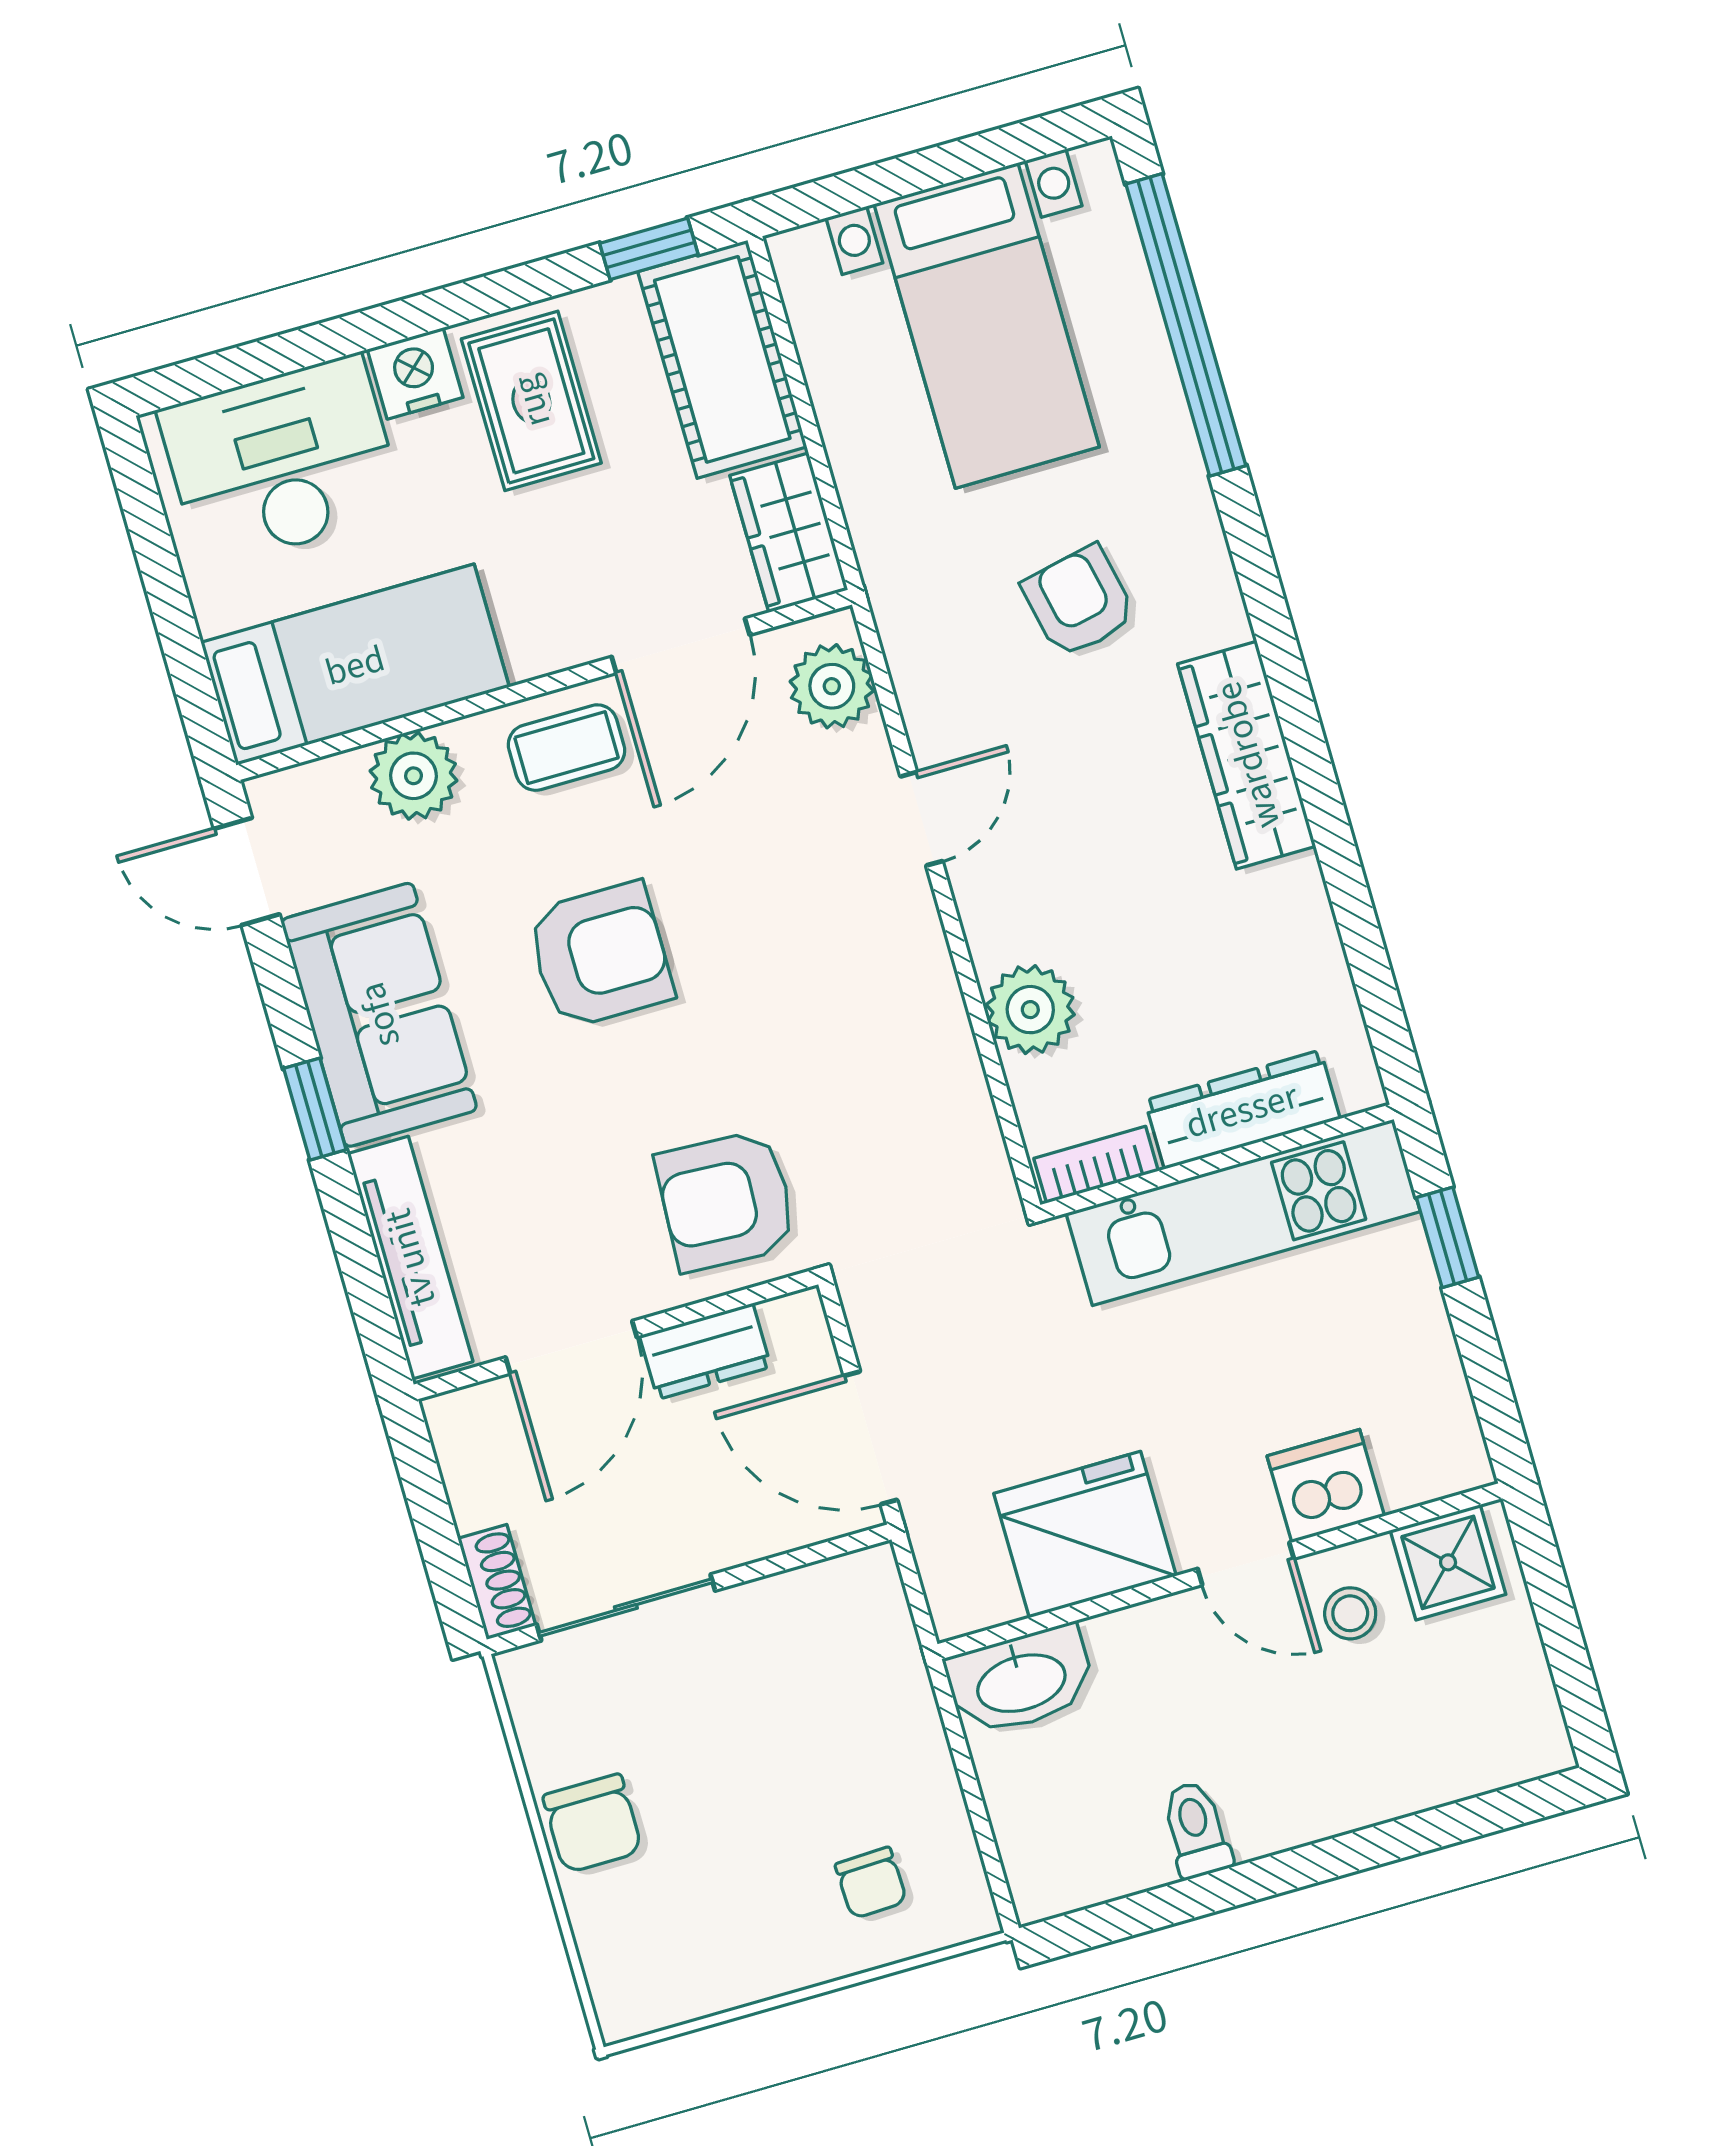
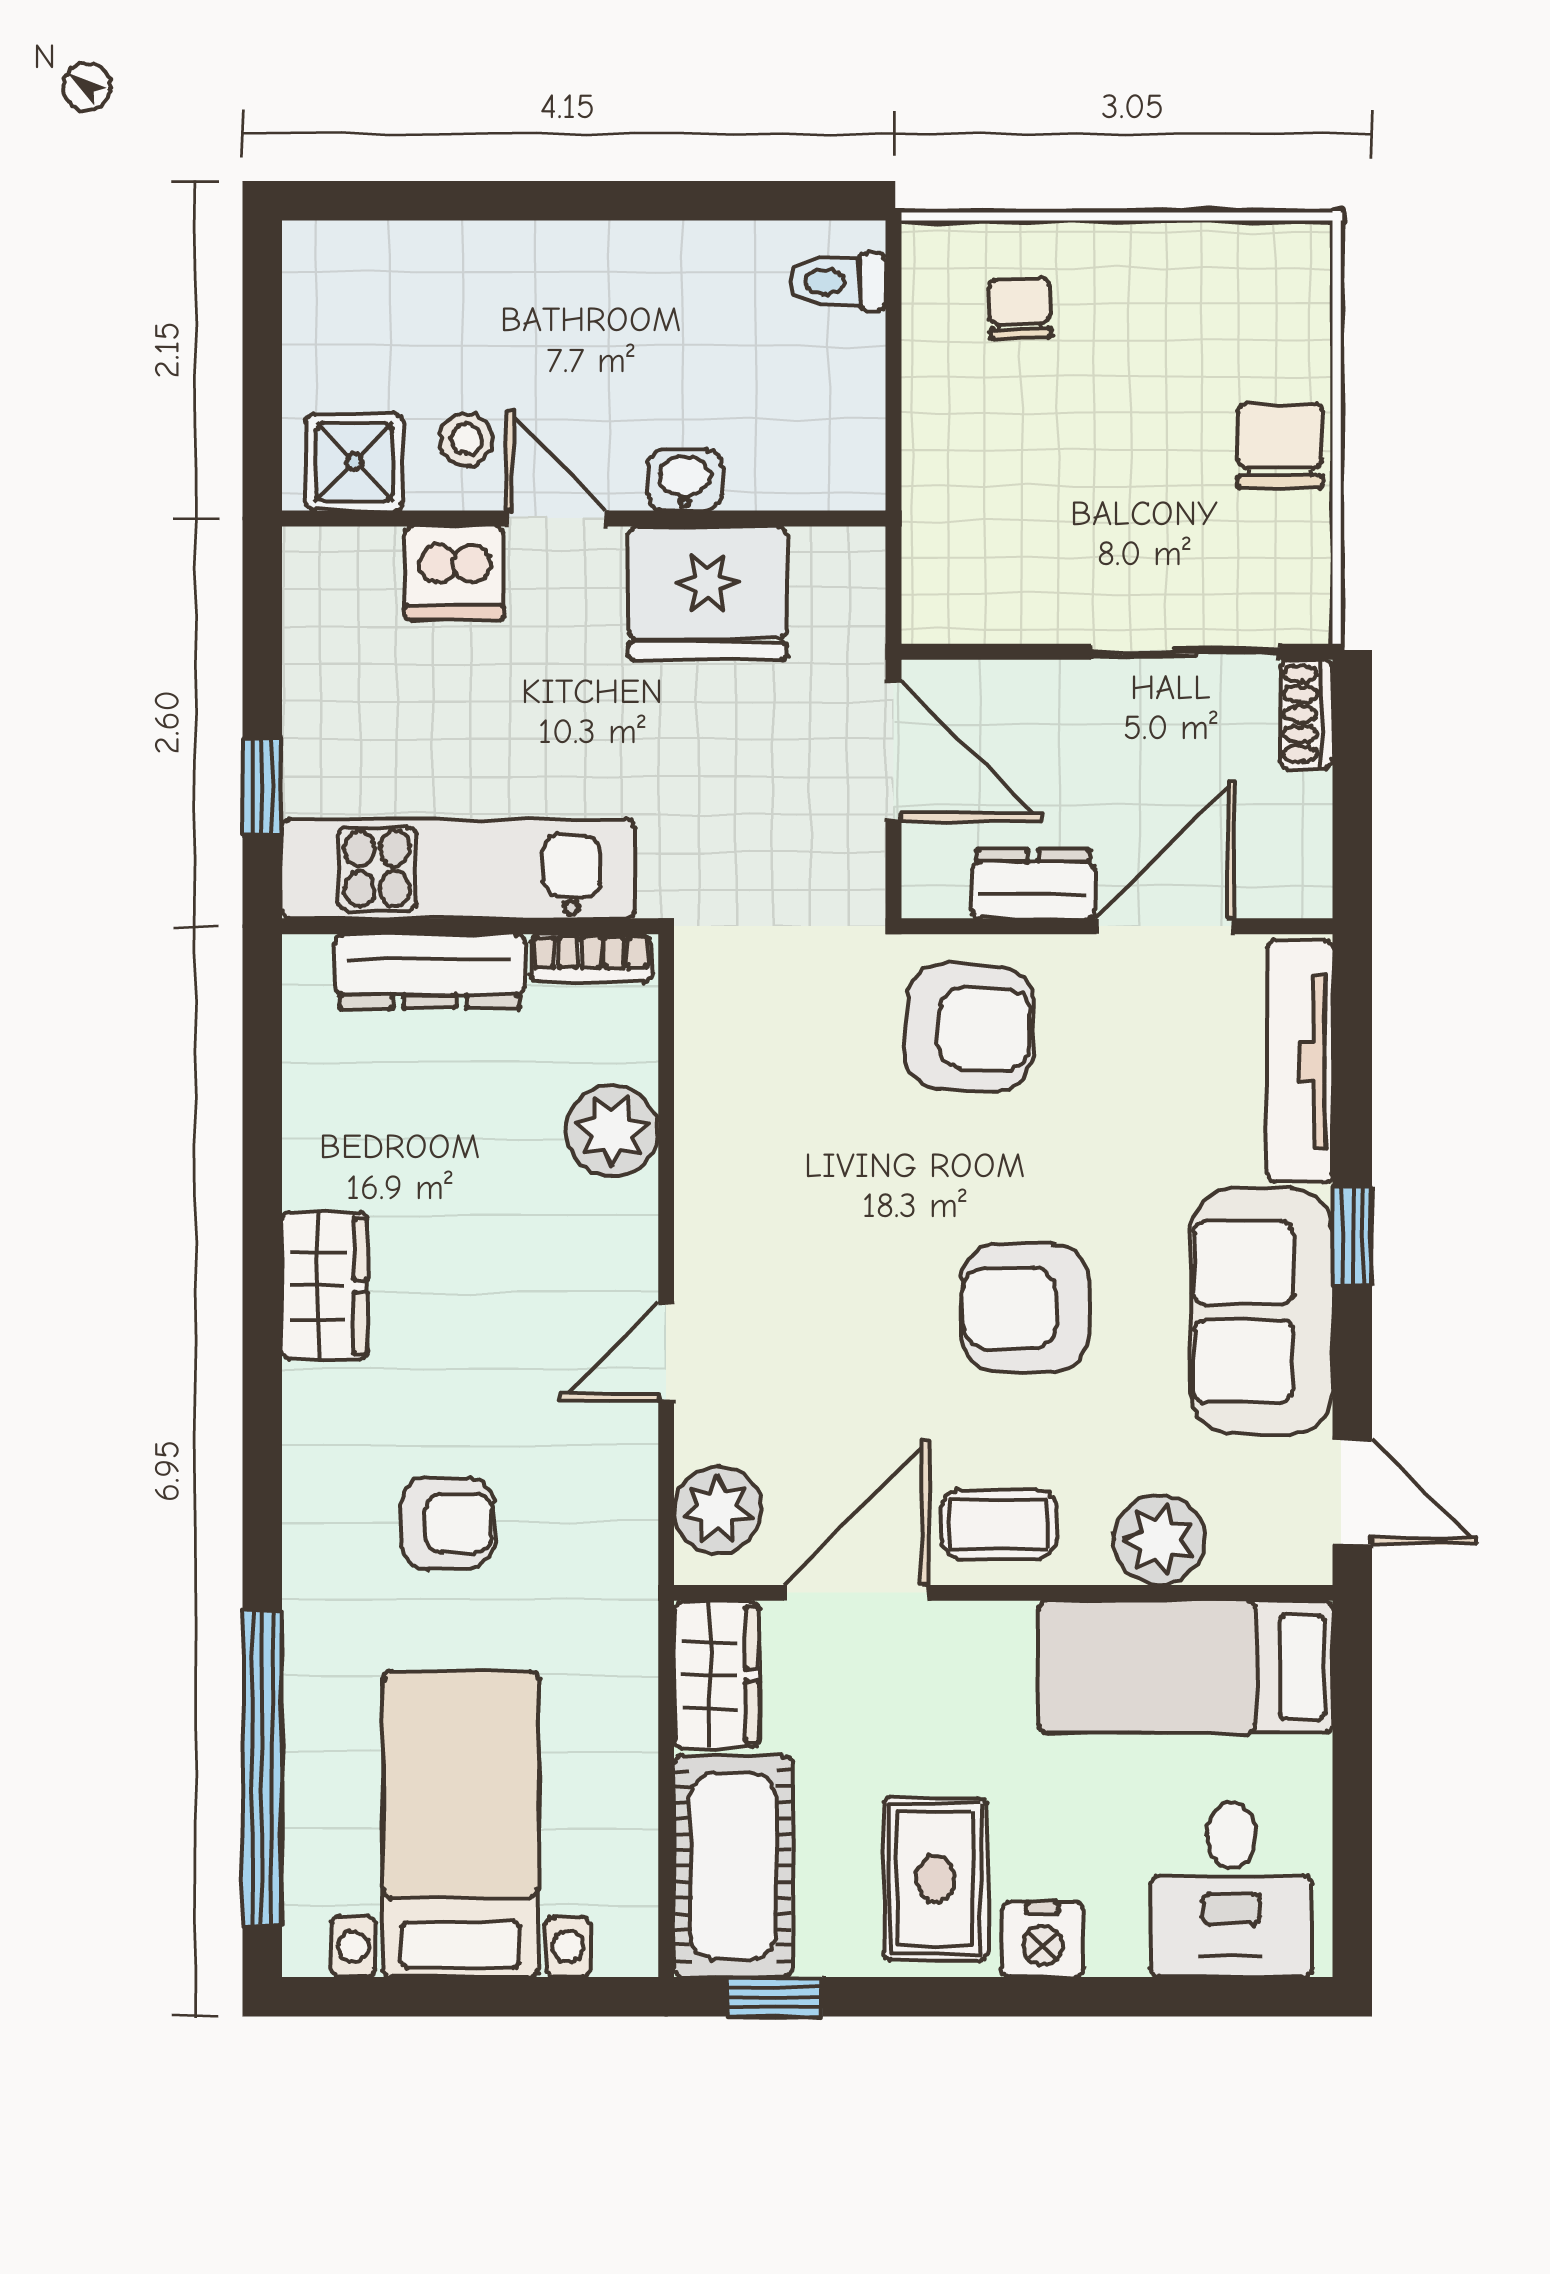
desk: (281, 462) -> (1231, 1890), width x0.73
armchair: (1079, 602) -> (447, 1523), turned -78
wardrobe: (1247, 755) -> (325, 1286), width x0.67
washbasin: (1021, 1681) -> (685, 480), moved, width x0.52, depth x0.69
toilet: (1196, 1830) -> (838, 281), moved, turned 90

